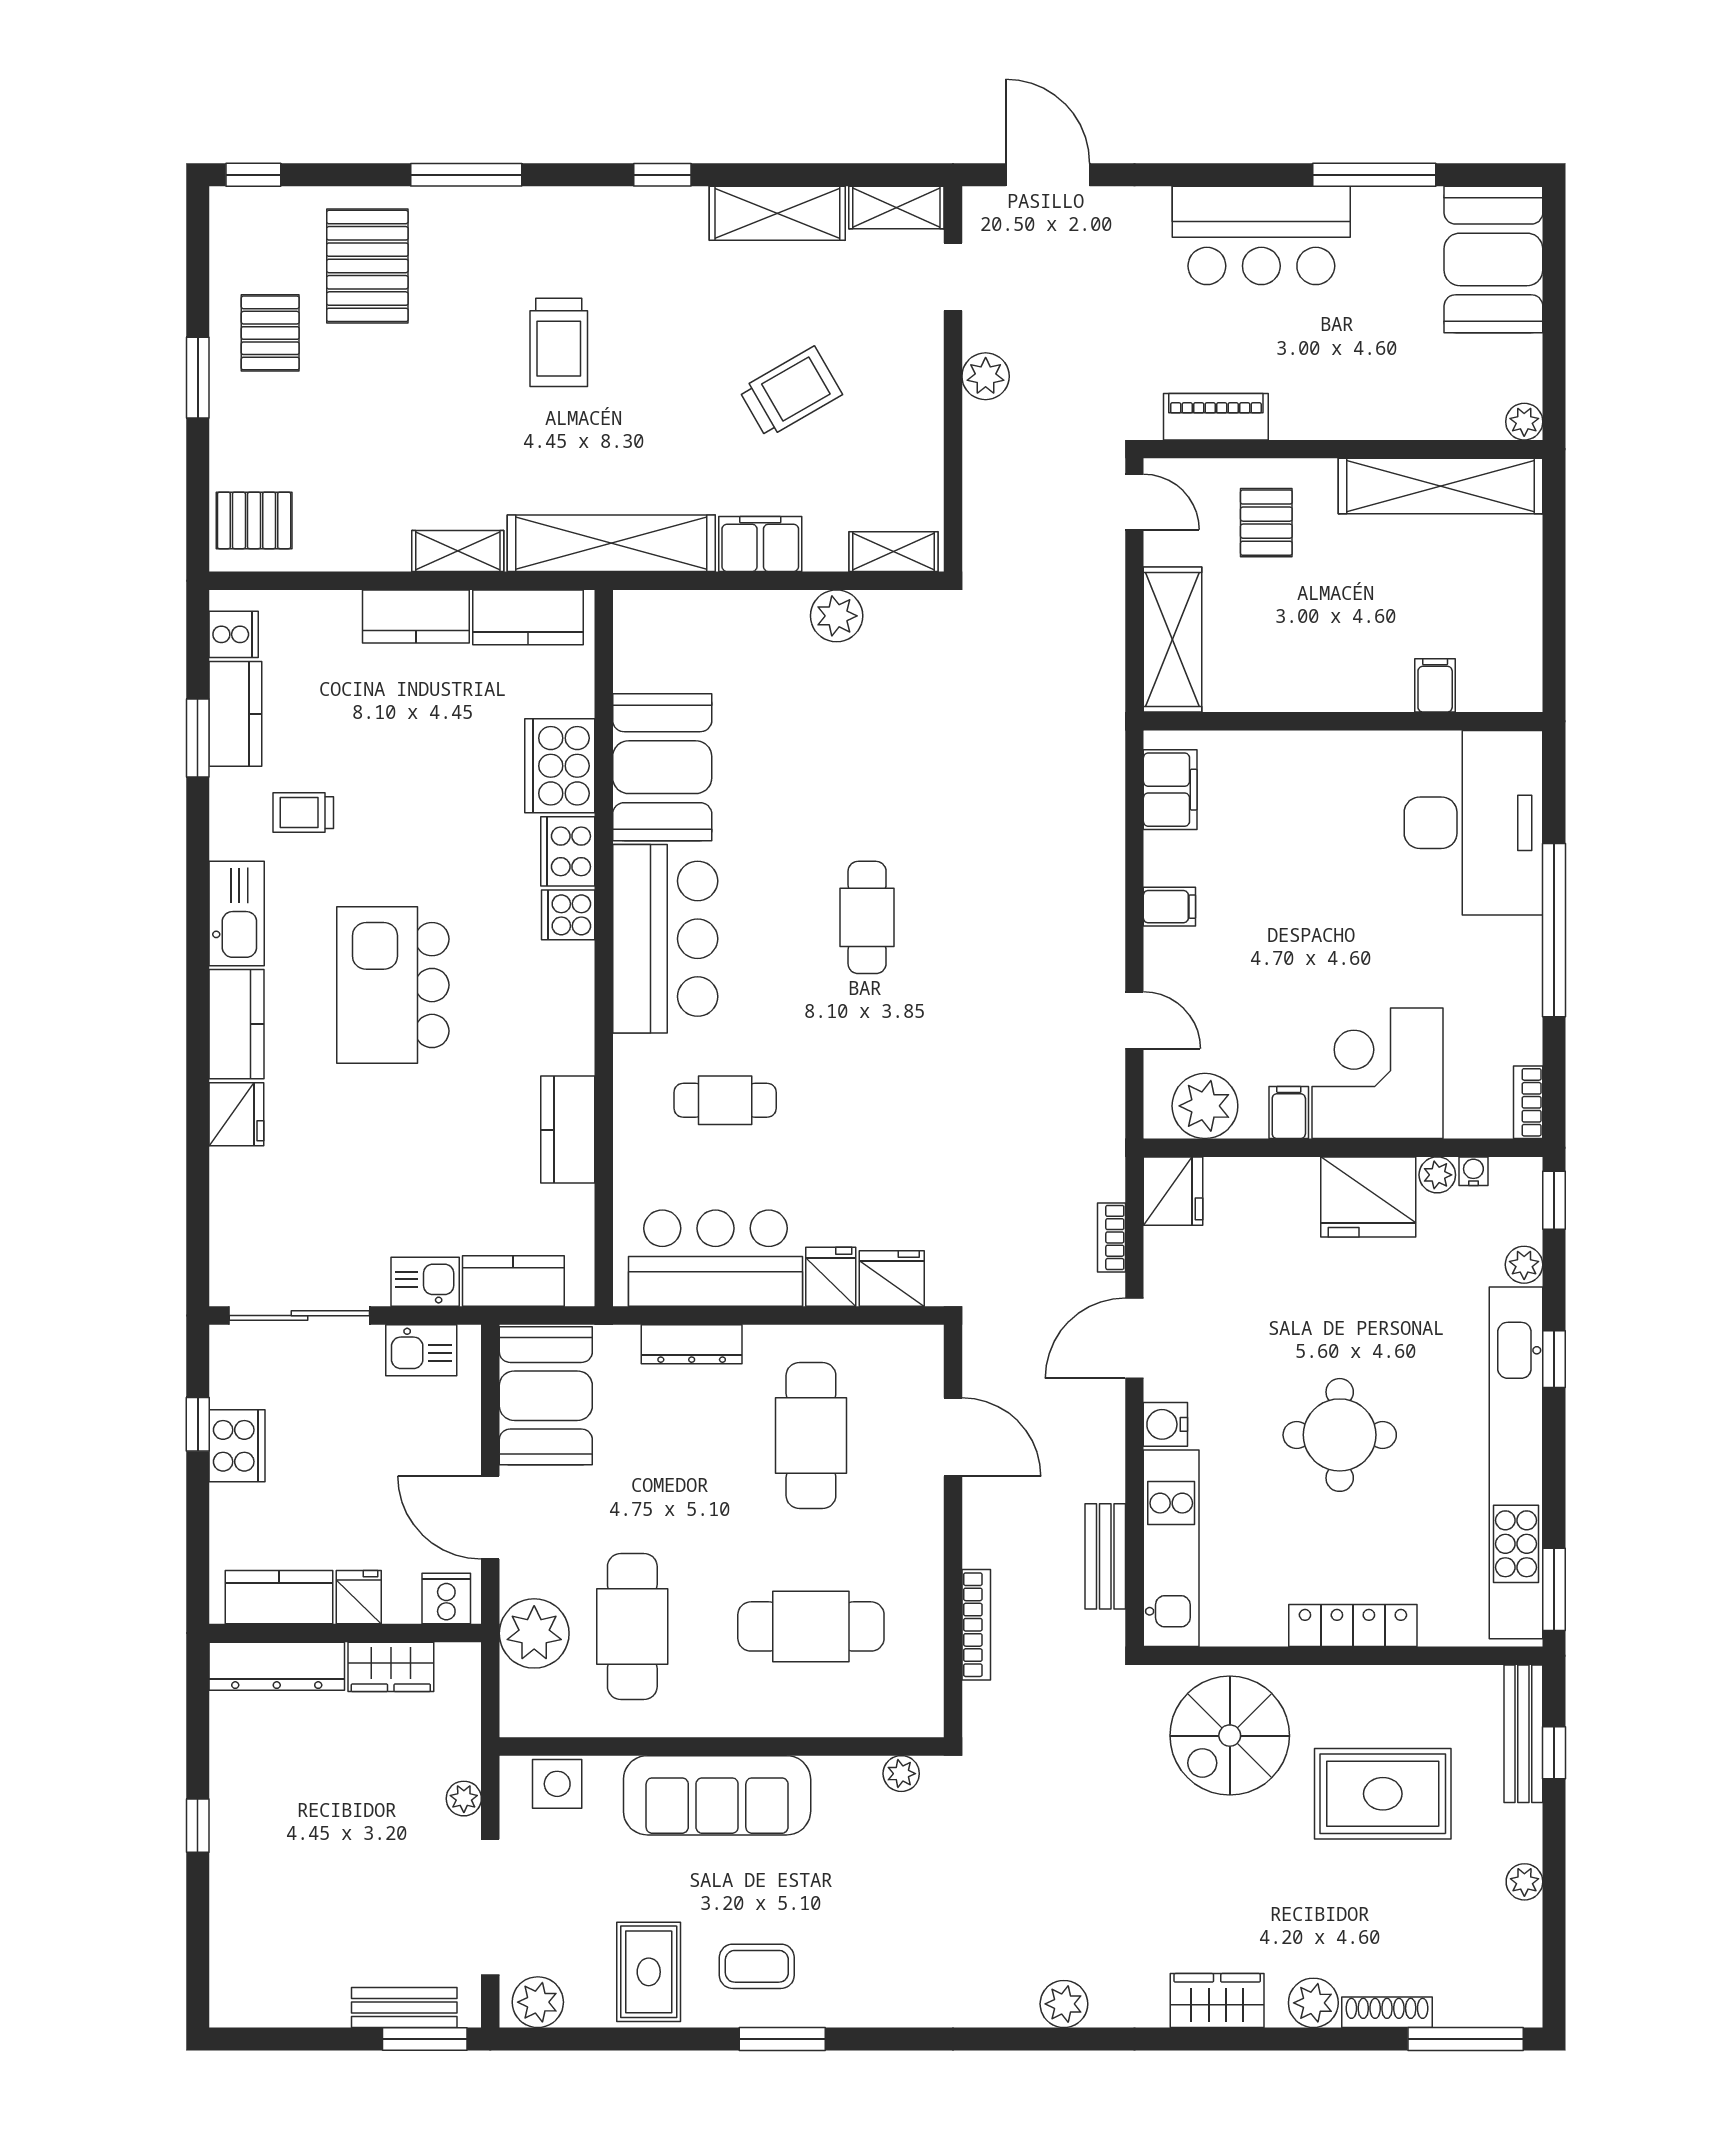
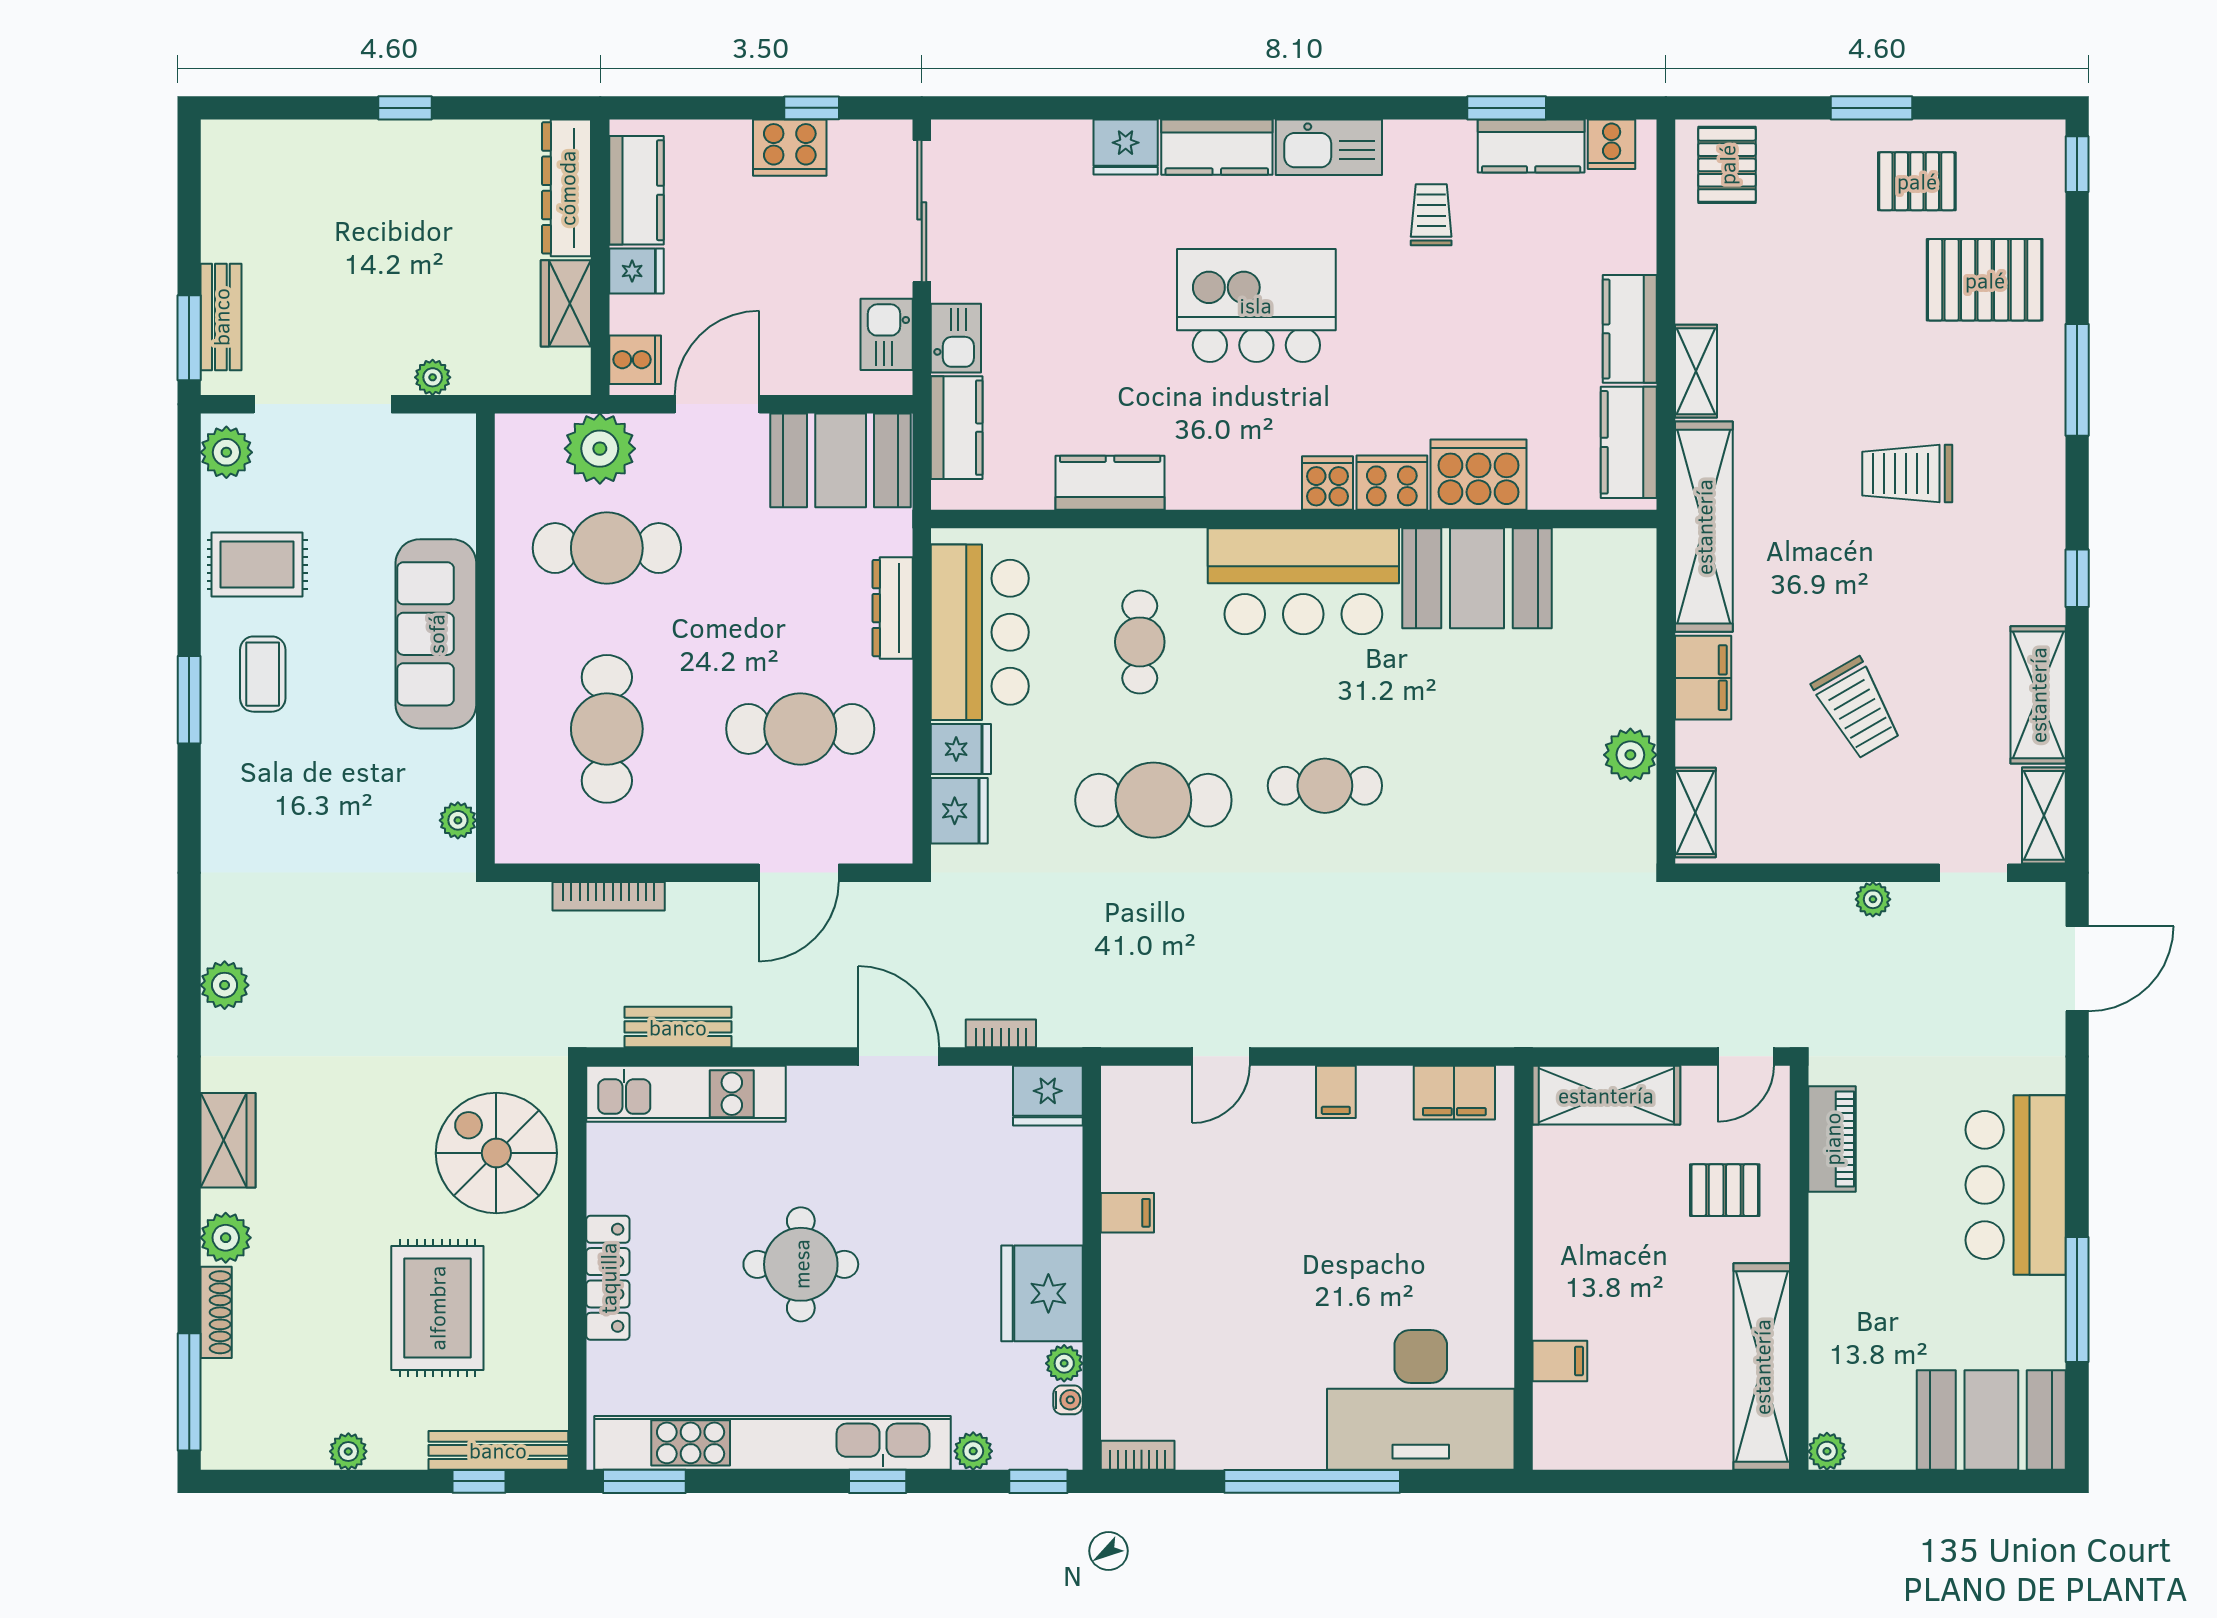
plant: (986, 376) -> (1873, 899), width x0.73, depth x0.73
corner desk: (1377, 1073) -> (1167, 1303), removed
cafe table: (881, 1087) -> (1153, 800), added
plant: (1205, 1106) -> (1134, 1128), removed
water cooler: (1165, 1424) -> (812, 1088), removed
side table: (557, 1784) -> (447, 472), removed

